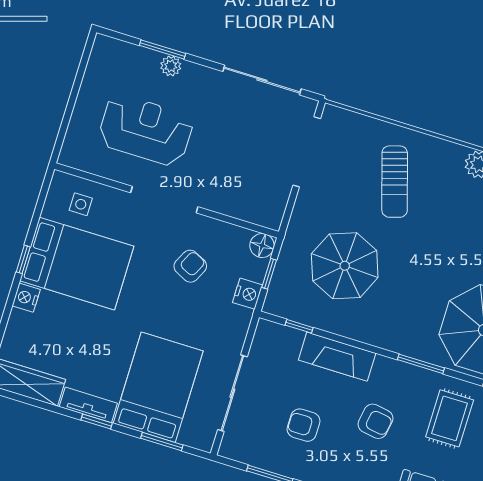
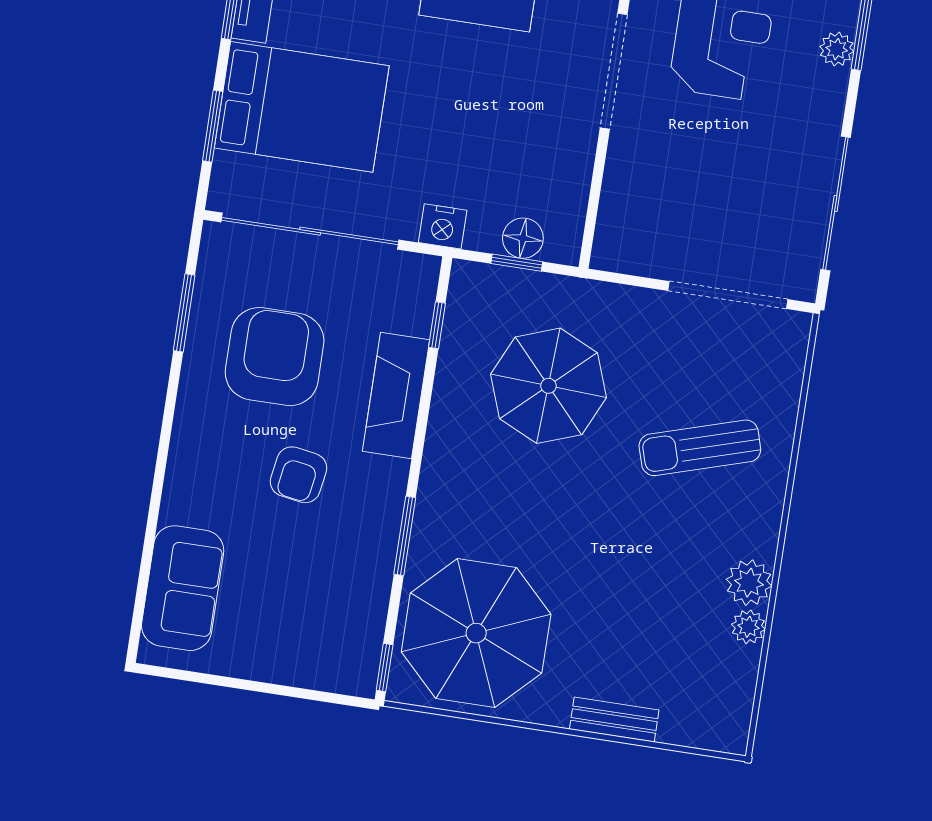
floor lamp: (262, 246) -> (523, 238), moved
armchair: (190, 266) -> (510, 130), removed
nightstand: (248, 294) -> (443, 226), moved
sliding door: (232, 393) -> (310, 231), width x1.36
rug: (450, 418) -> (321, 597), removed
armchair: (304, 425) -> (275, 357), width x1.88, depth x1.88

